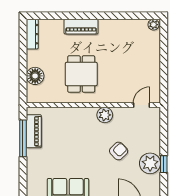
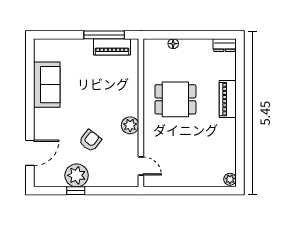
dresser: (32, 34) -> (225, 45), width x0.70
floor lamp: (35, 76) -> (173, 44), width x0.53, depth x0.53
armchair: (119, 151) -> (90, 141), turned -98

